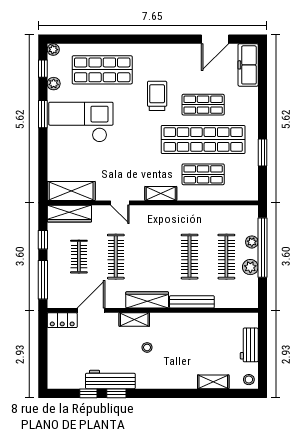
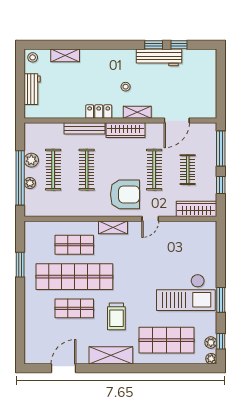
freezer: (248, 65) -> (33, 345), removed
plant: (54, 84) -> (211, 343), moved
shelving: (71, 191) -> (111, 355), moved
door: (120, 203) -> (150, 219), swing flipped
armchair: (148, 229) -> (125, 194), added
locker: (62, 320) -> (99, 112), moved

